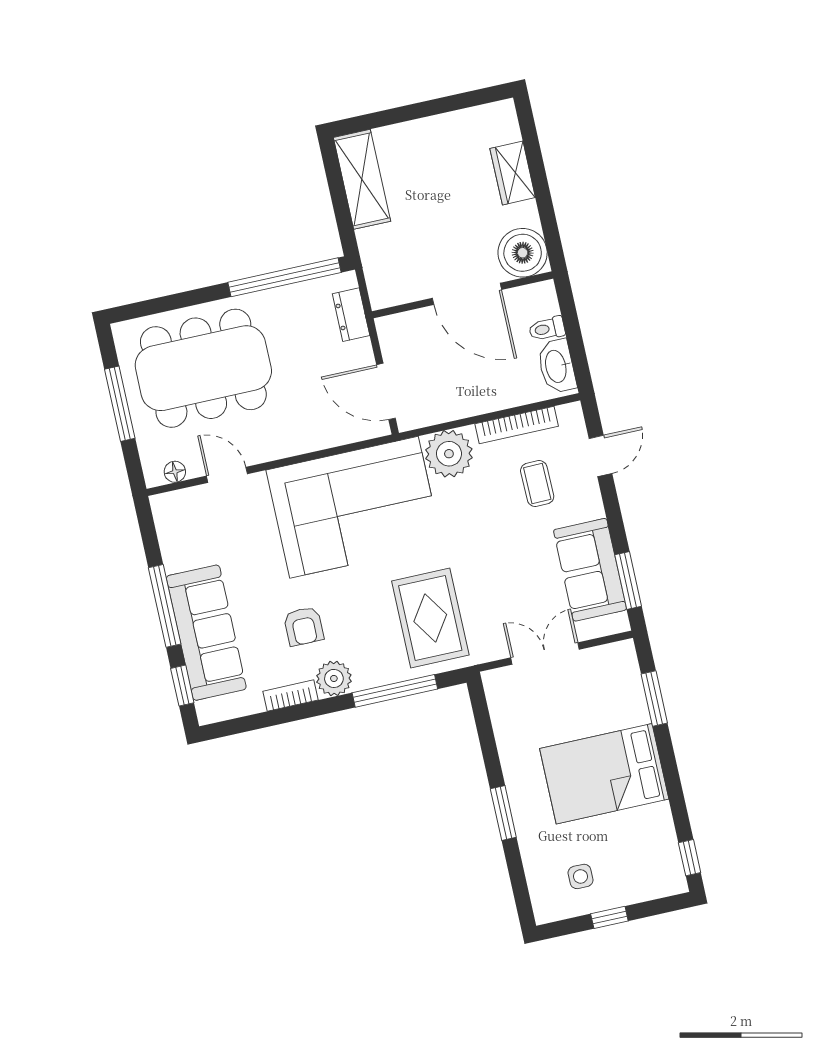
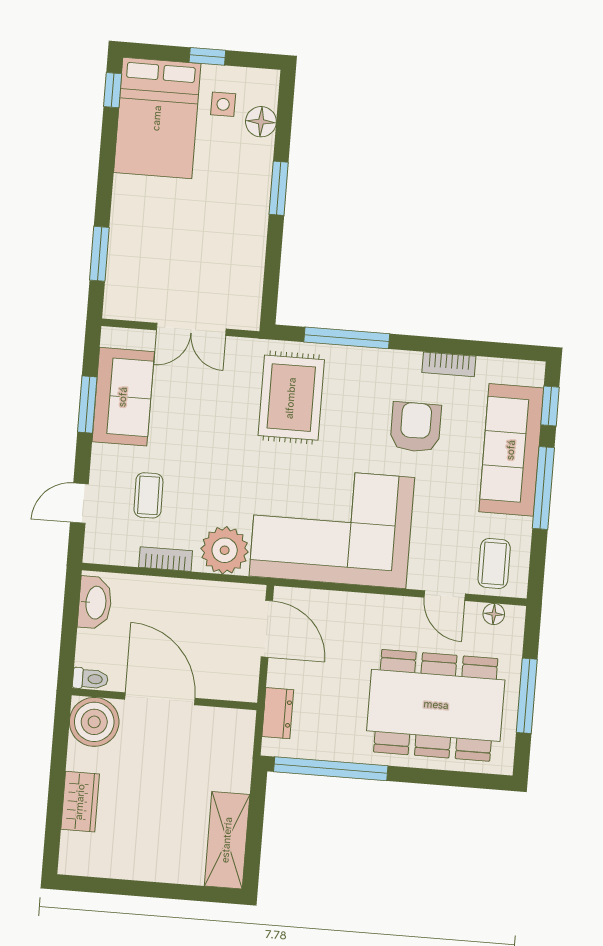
toilet: (547, 329) -> (90, 679), moved
bookcase: (517, 425) -> (166, 559), width x0.64
coffee table: (189, 520) -> (494, 563), added
window: (628, 581) -> (87, 405), moved
armchair: (304, 626) -> (416, 427), width x1.38, depth x1.38
plant: (334, 678) -> (402, 368), removed
bed: (604, 774) -> (157, 118), moved, turned 90
floor lamp: (540, 871) -> (261, 122), added

